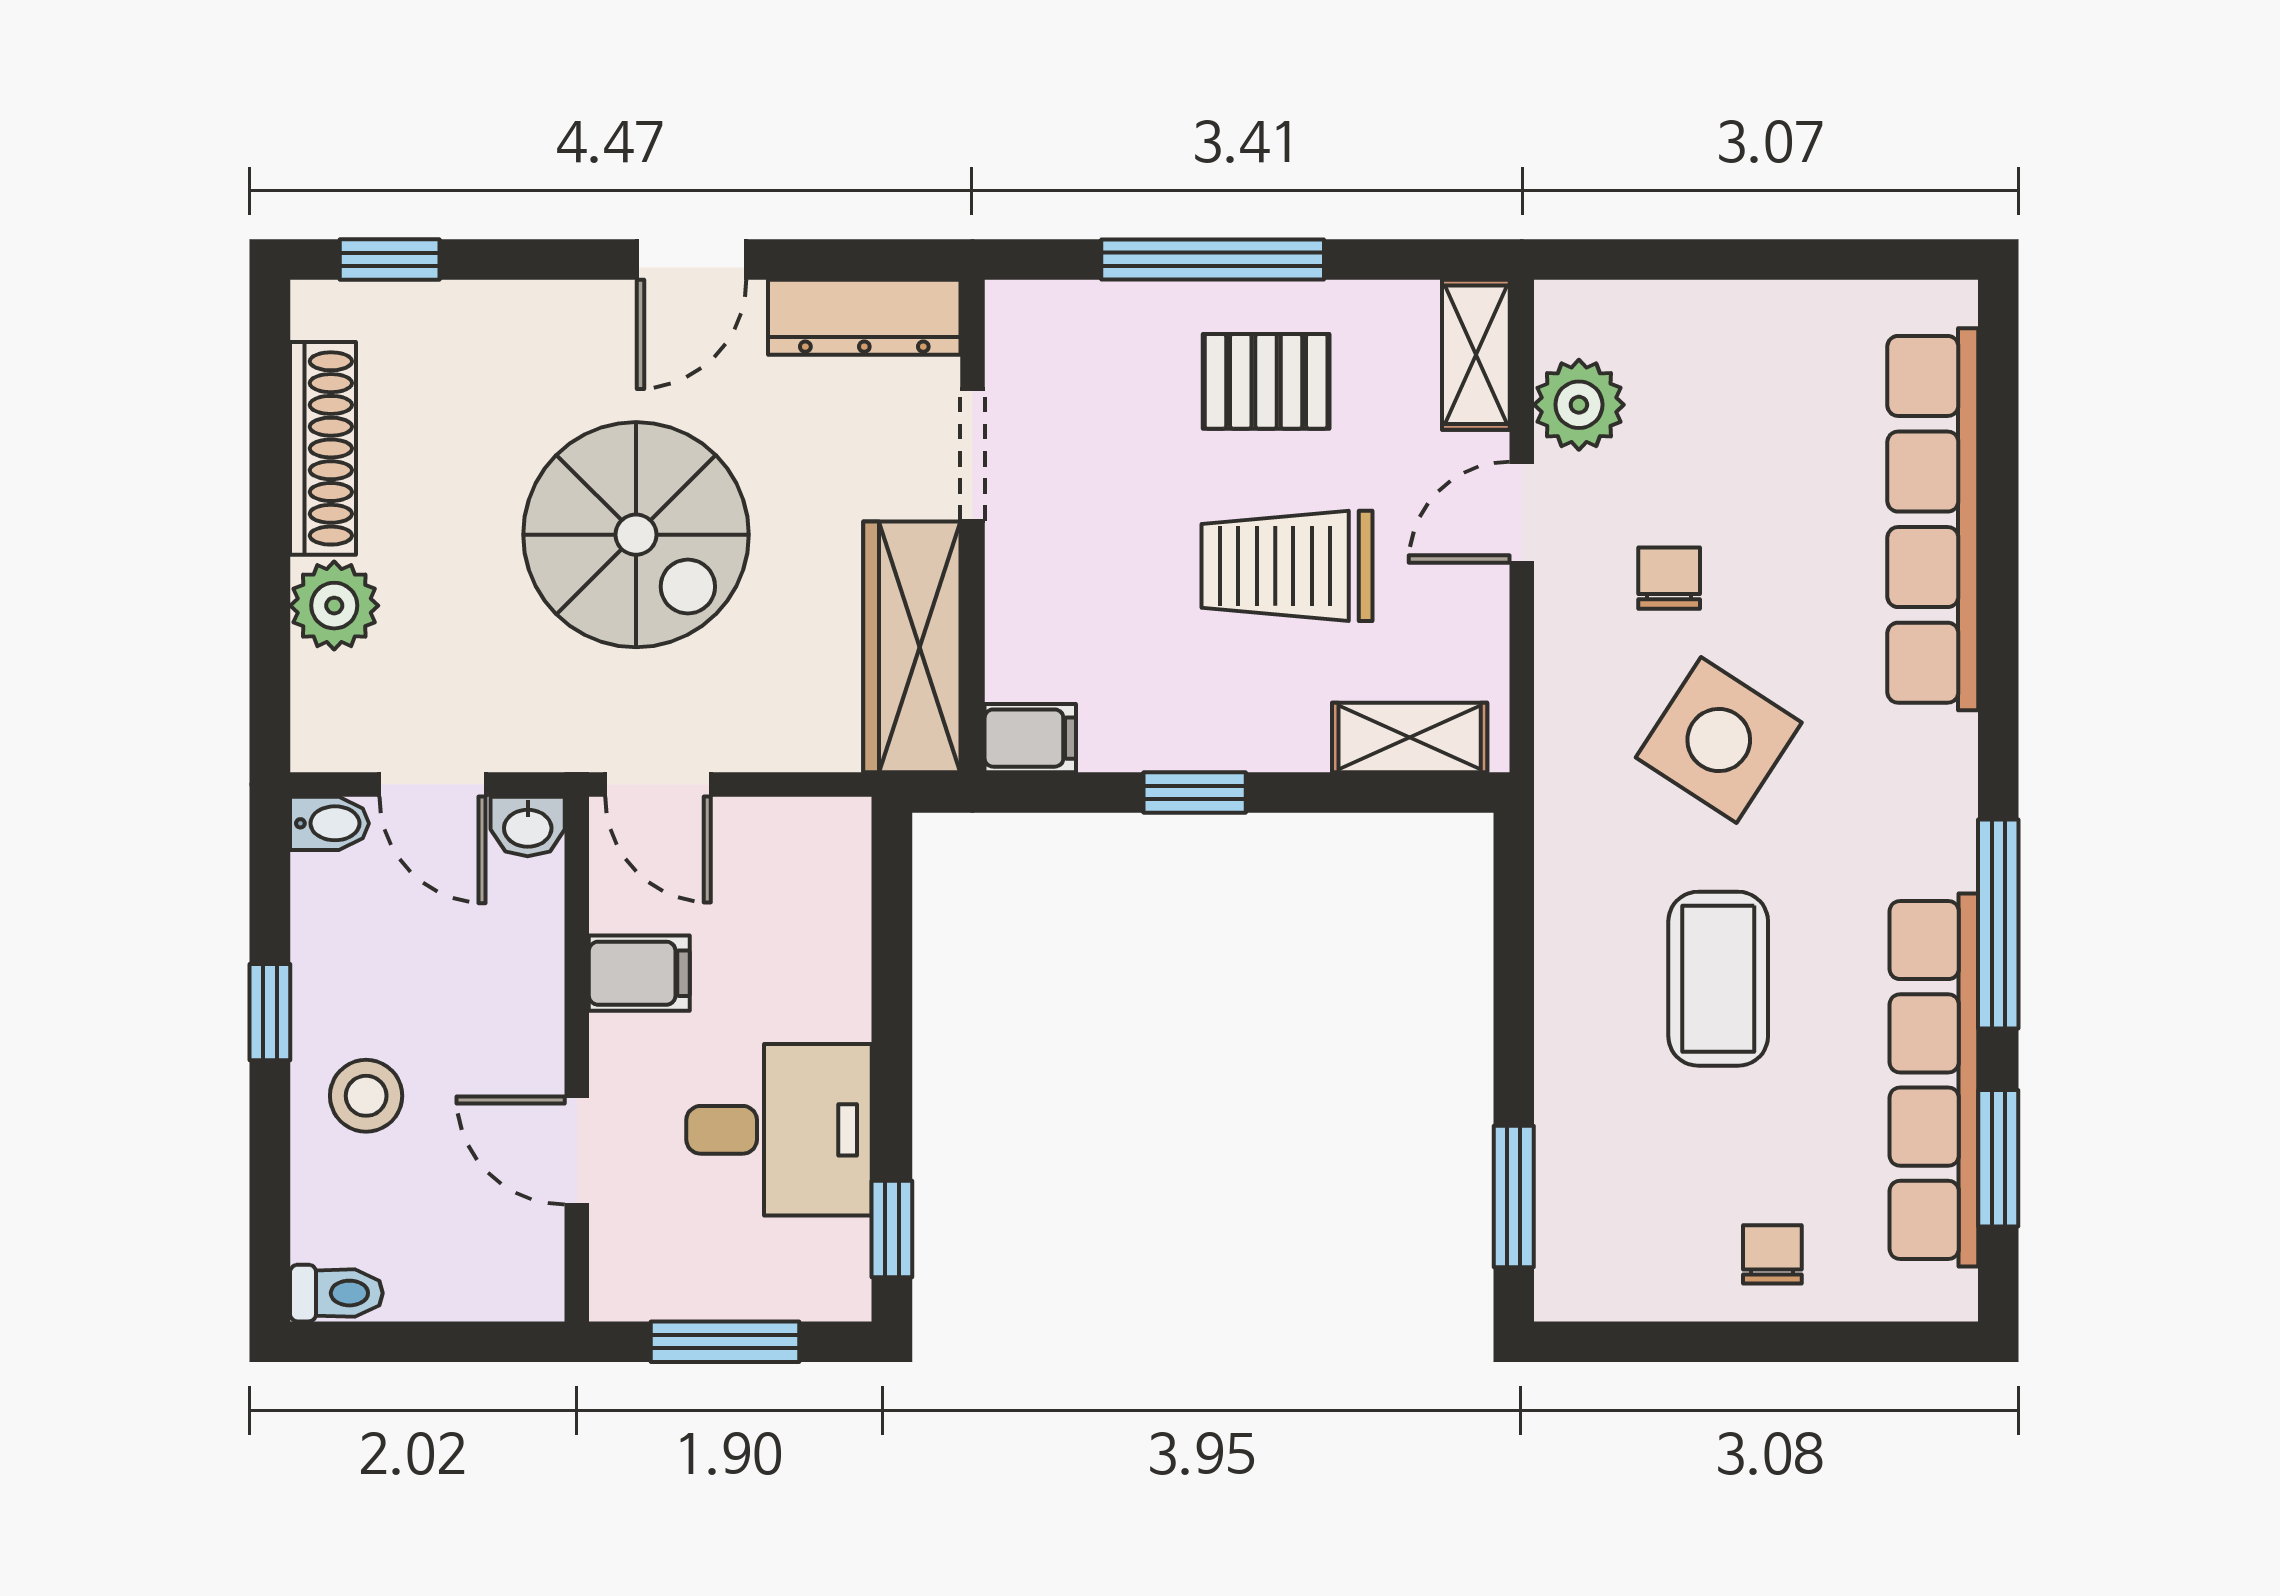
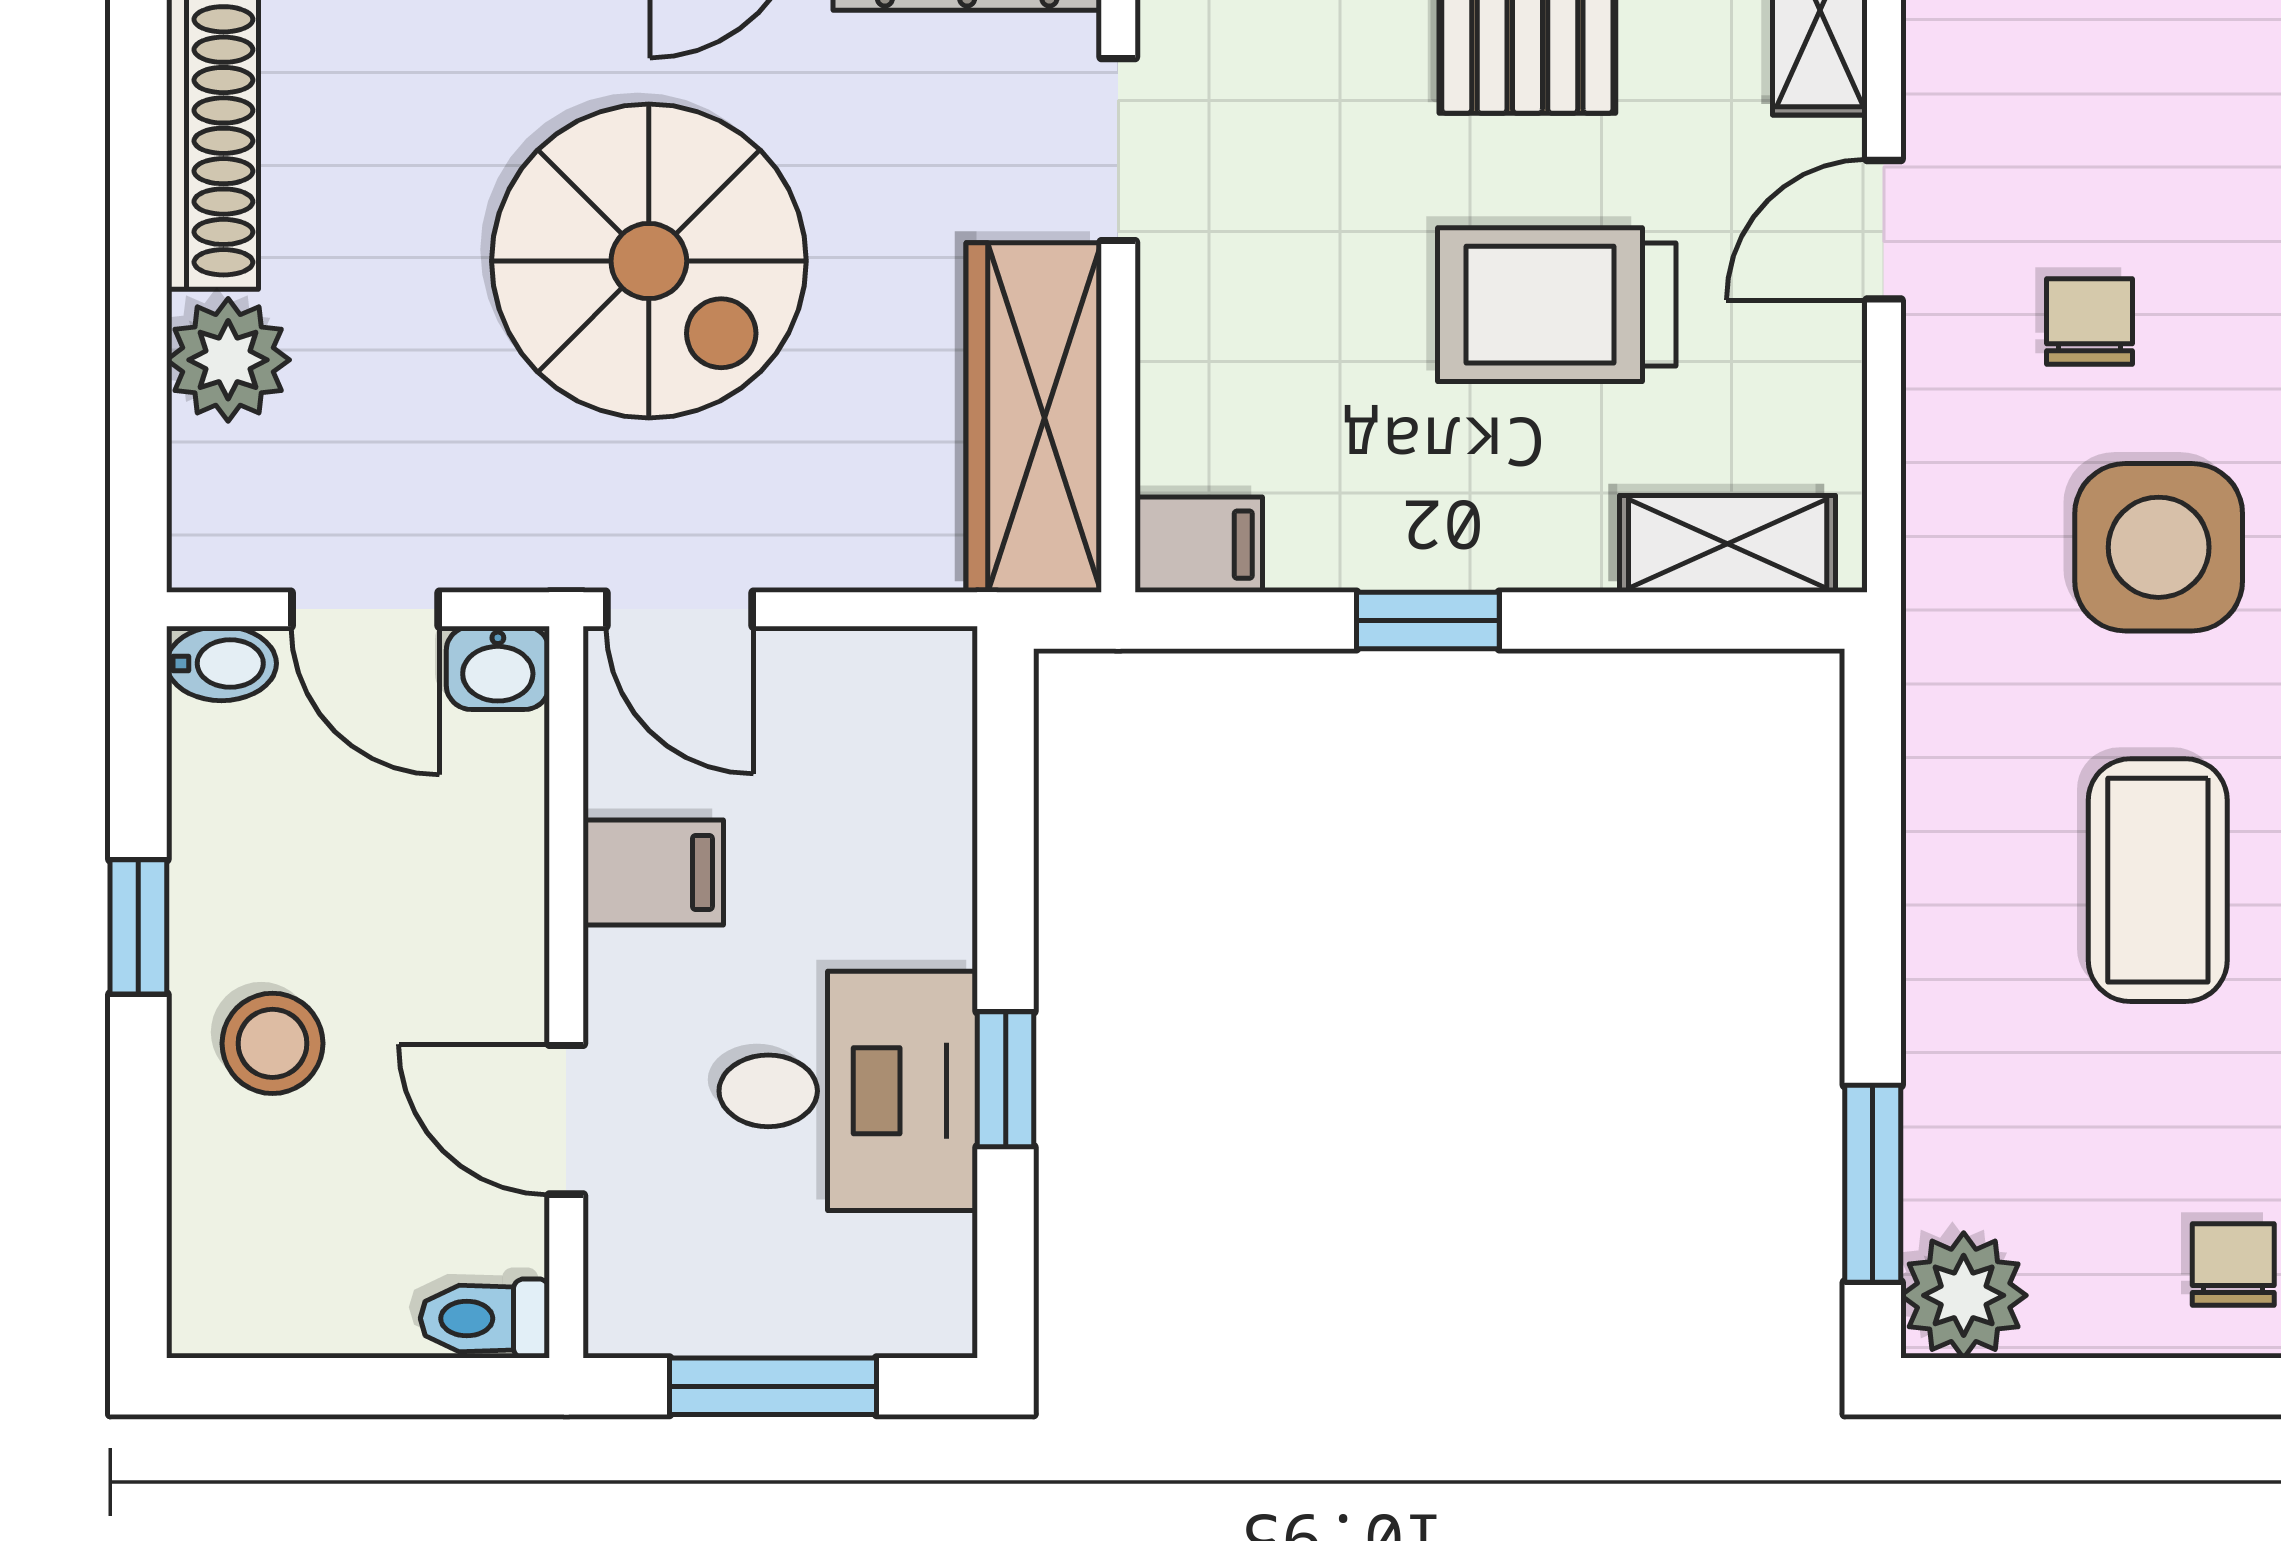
plant: (1579, 405) -> (1964, 1295), moved
side table: (1719, 740) -> (2159, 547), turned -33
window: (892, 1229) -> (1006, 1079), moved
toilet: (336, 1293) -> (485, 1318), moved, turned 180

